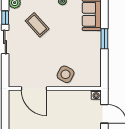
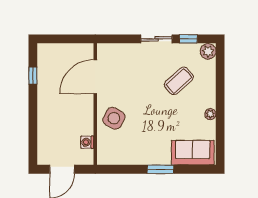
washing machine: (96, 95) -> (87, 142), moved

